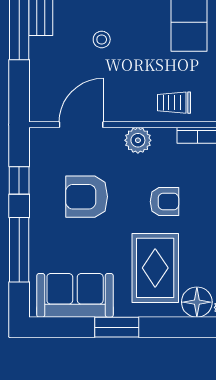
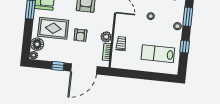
plant: (138, 140) -> (106, 37), moved

